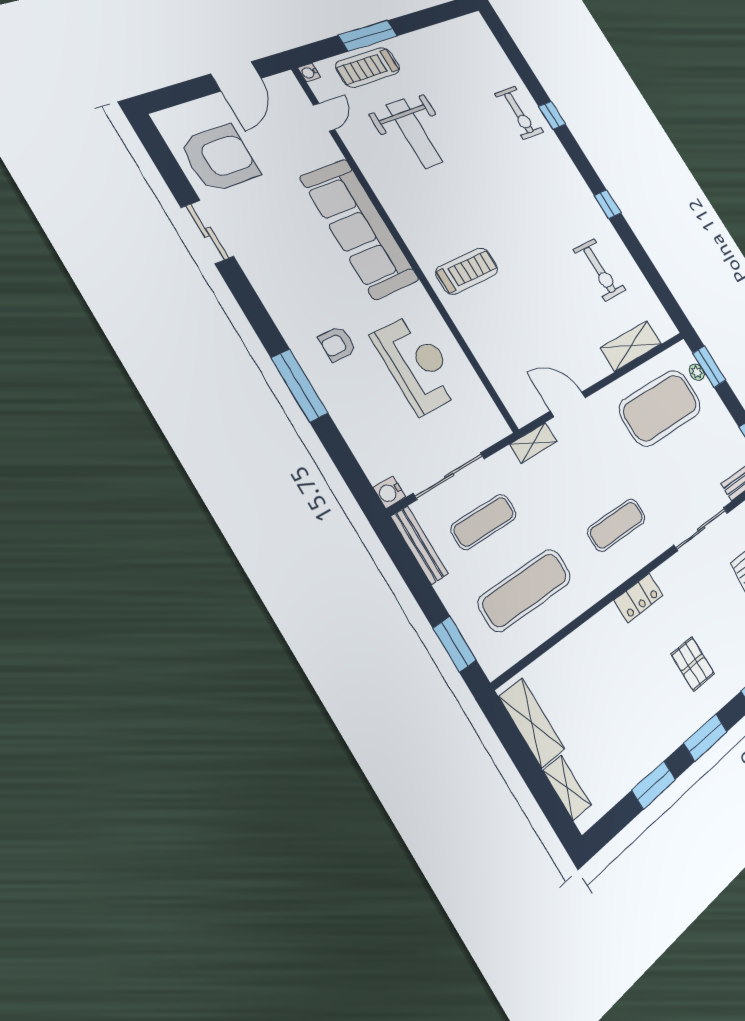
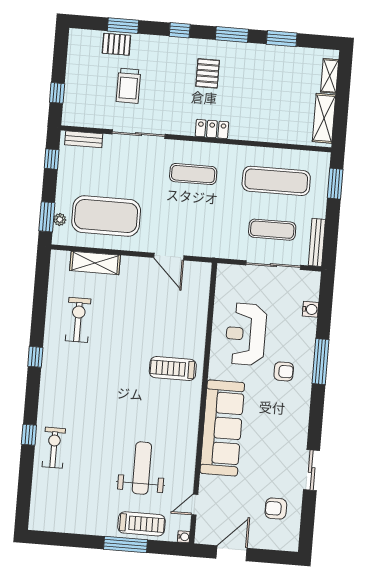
armchair: (220, 158) -> (276, 509), width x0.53, depth x0.53
shelving: (533, 443) -> (209, 250), removed
water cooler: (389, 492) -> (310, 309), moved

